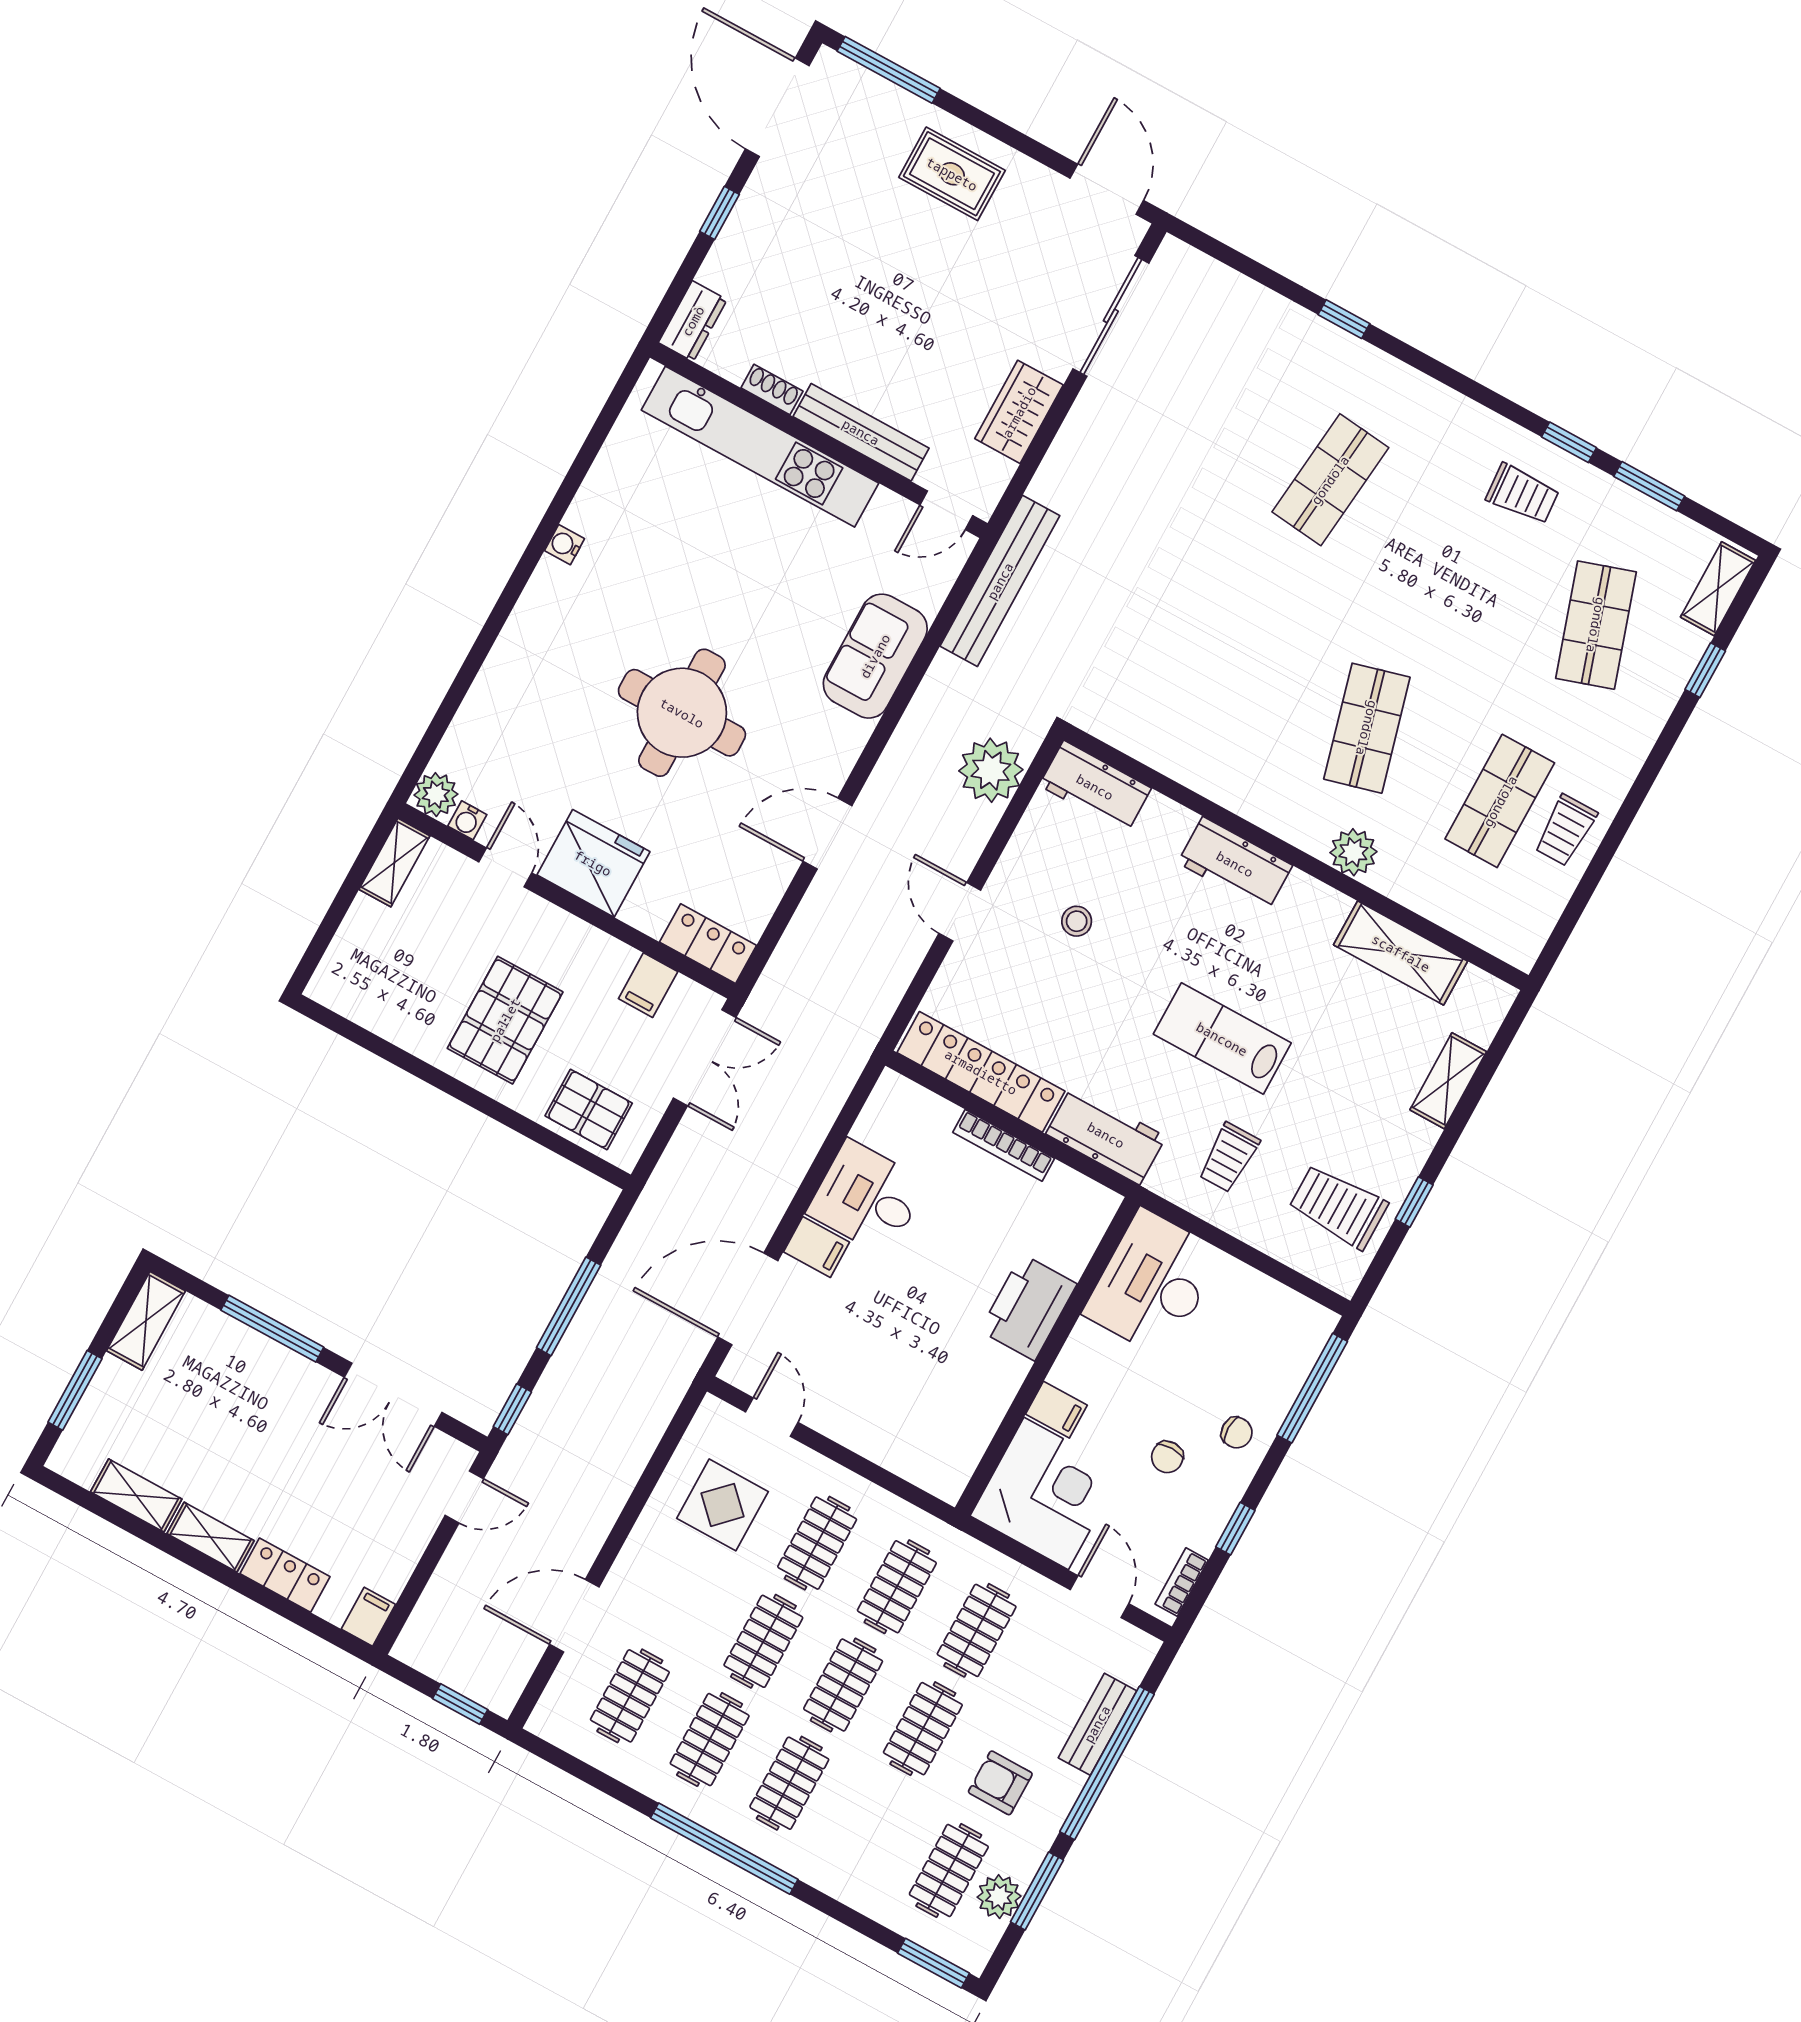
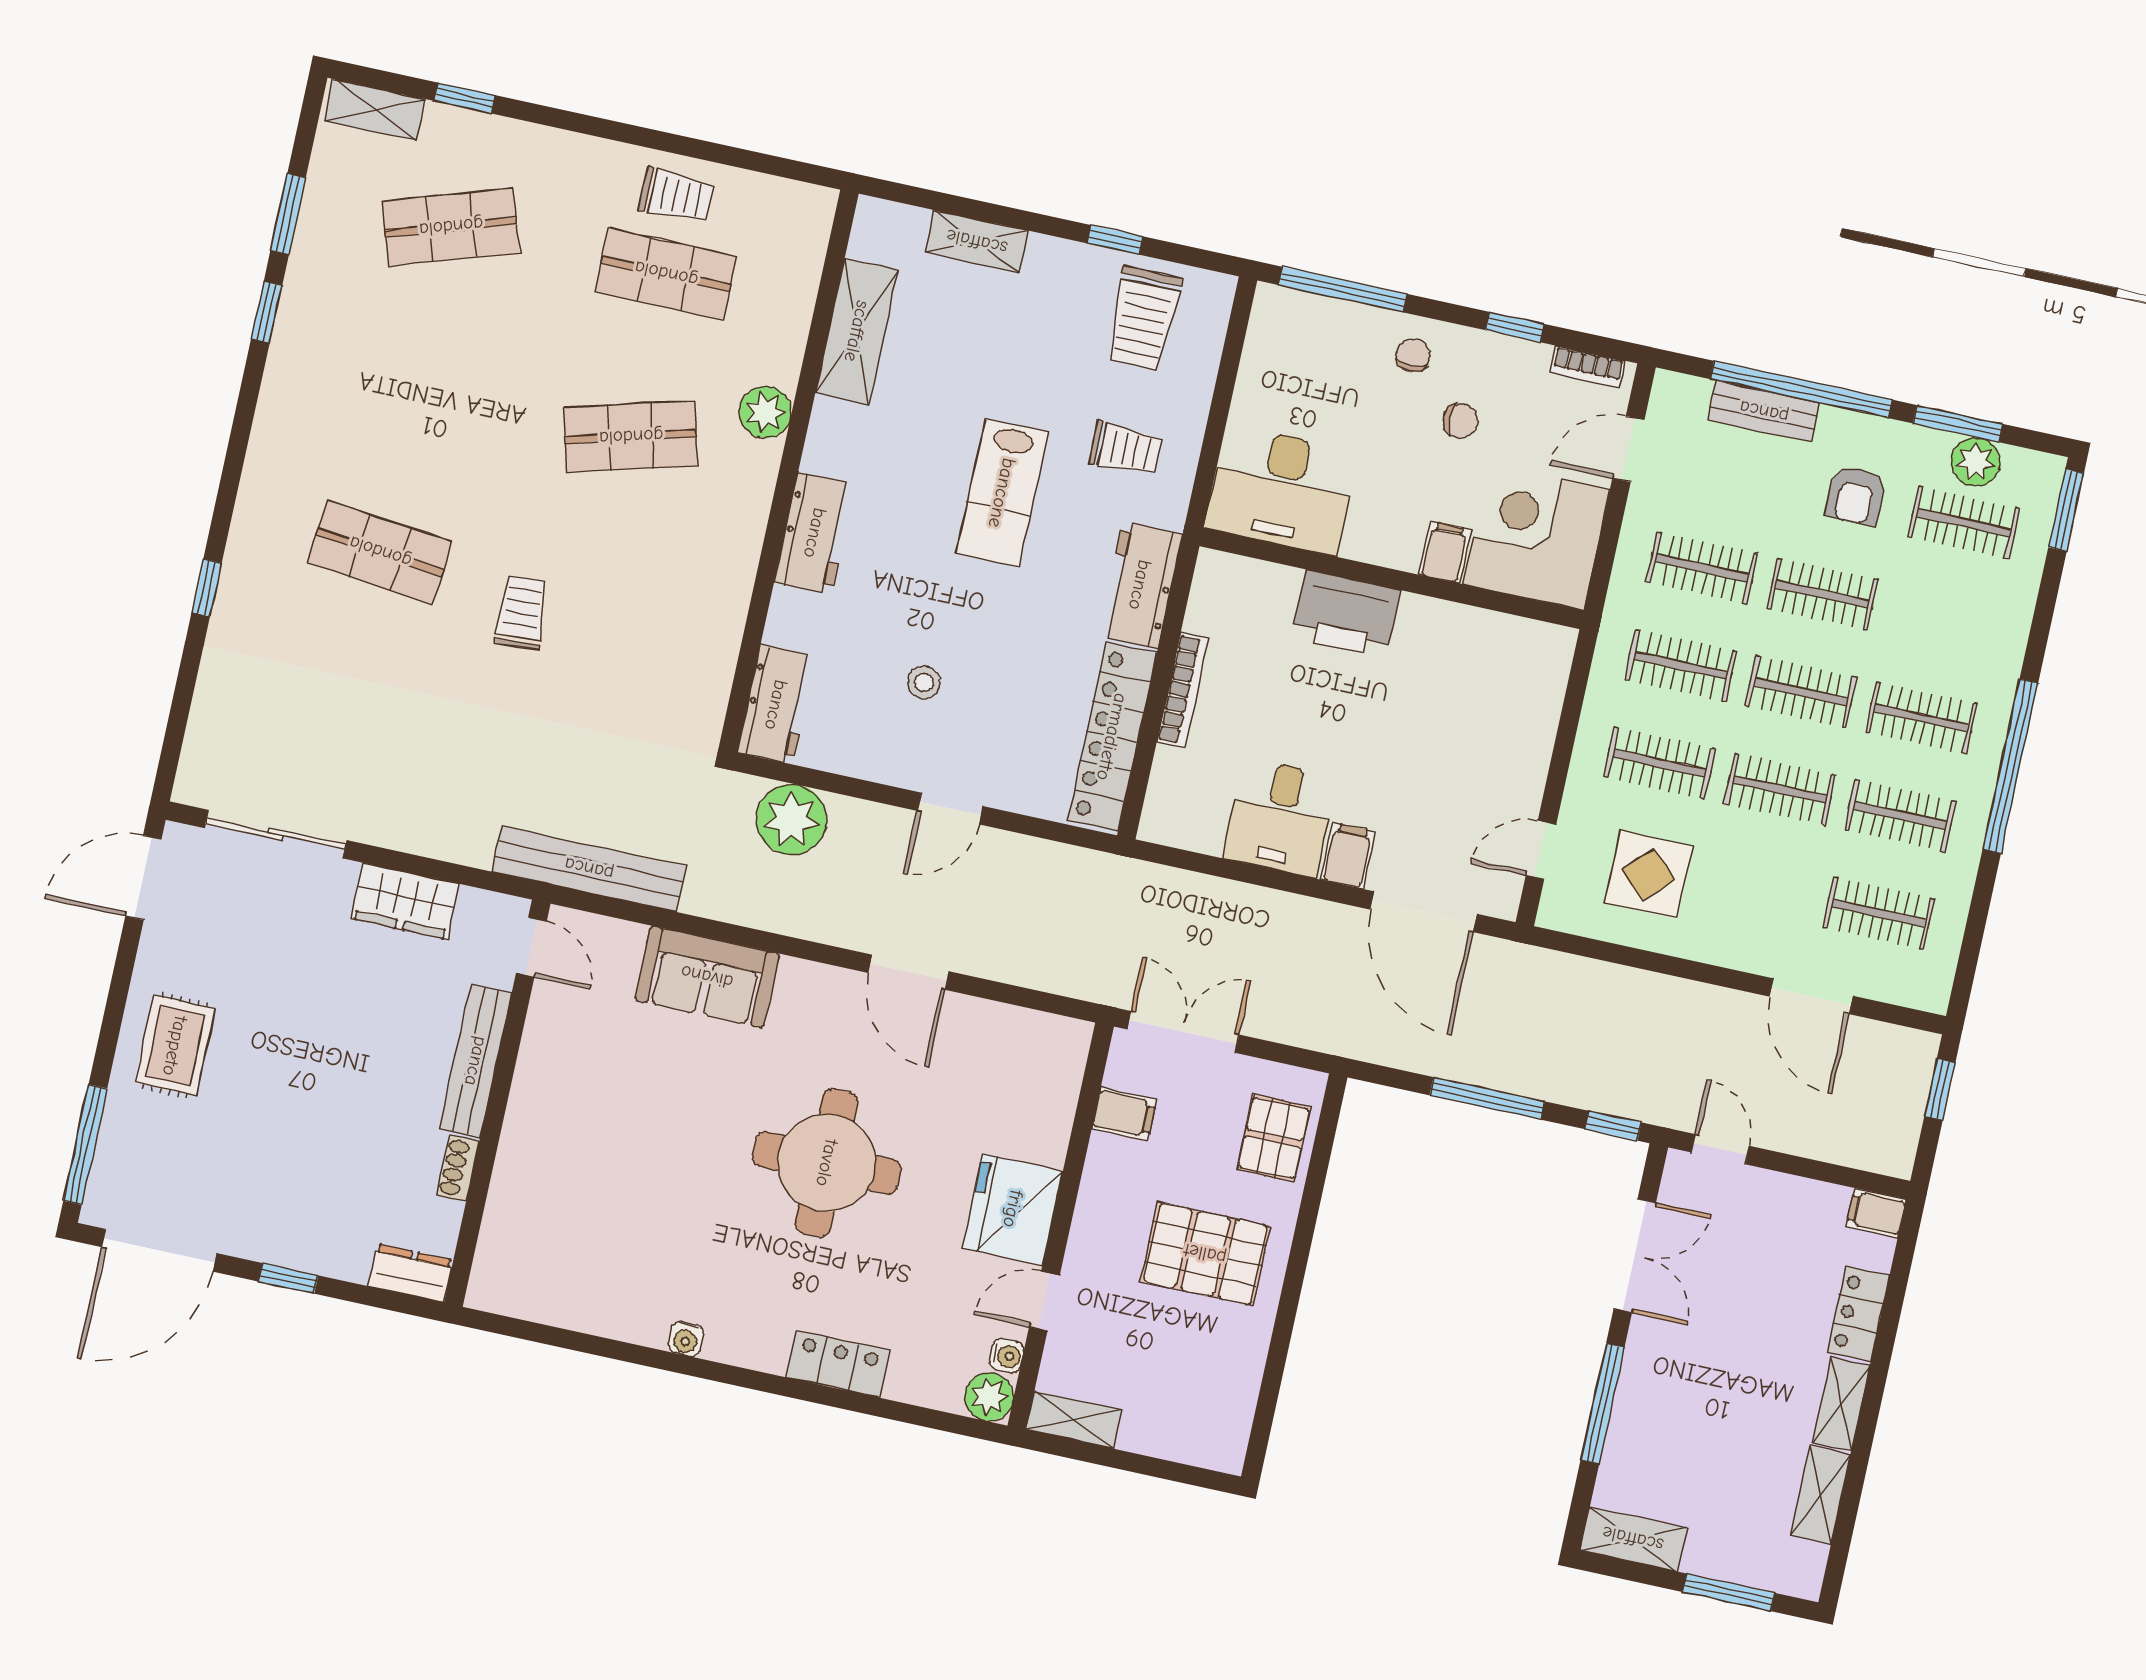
kitchen unit: (760, 447) -> (522, 1163), removed
trolley: (1523, 494) -> (522, 613), moved
locker: (708, 944) -> (838, 1364), moved, turned 90

